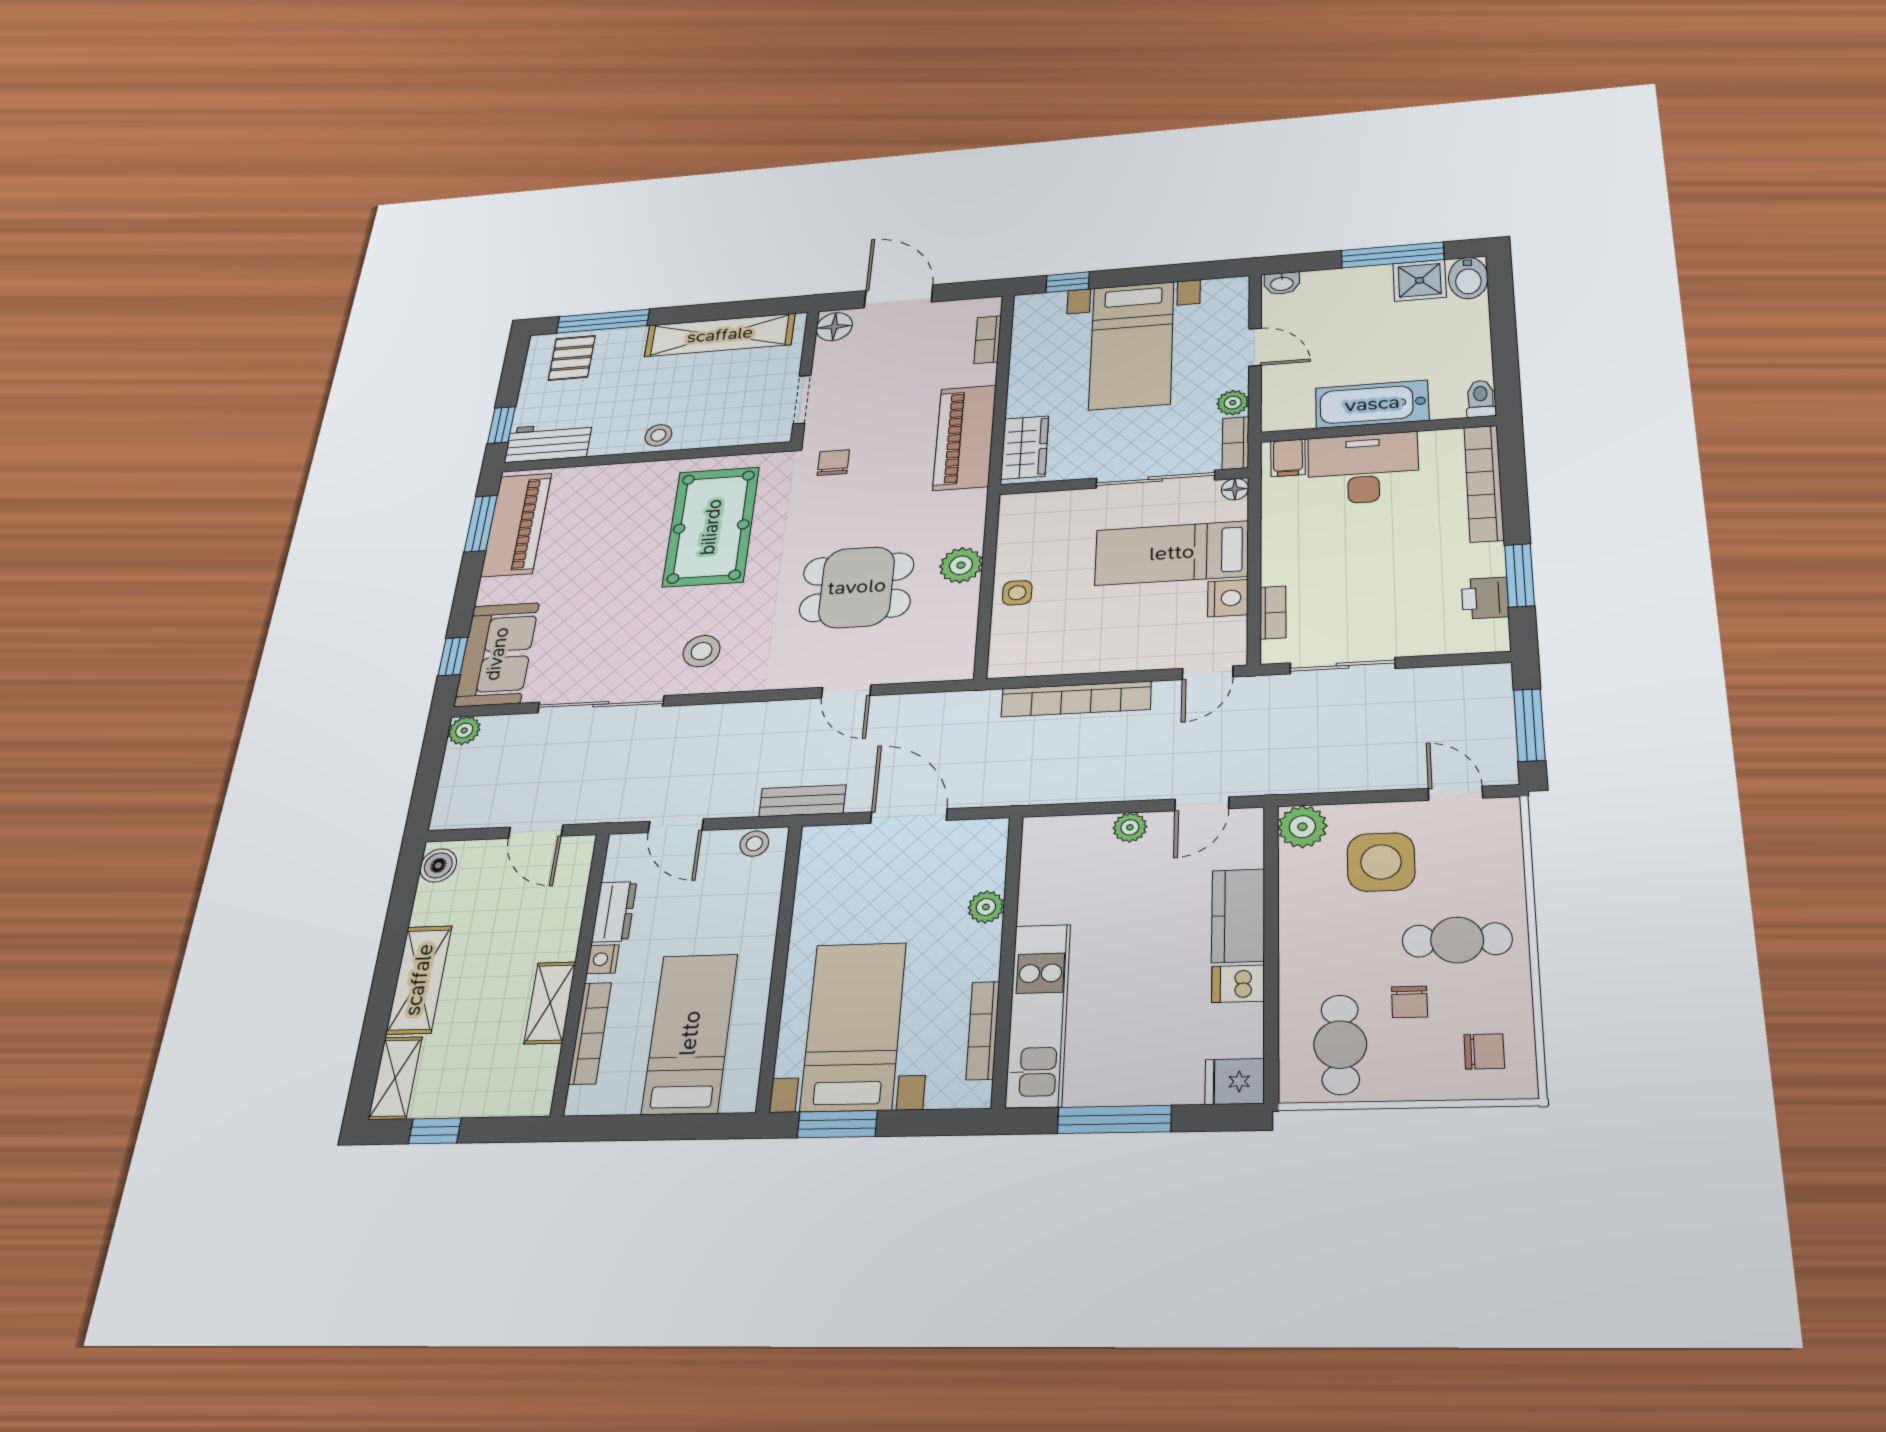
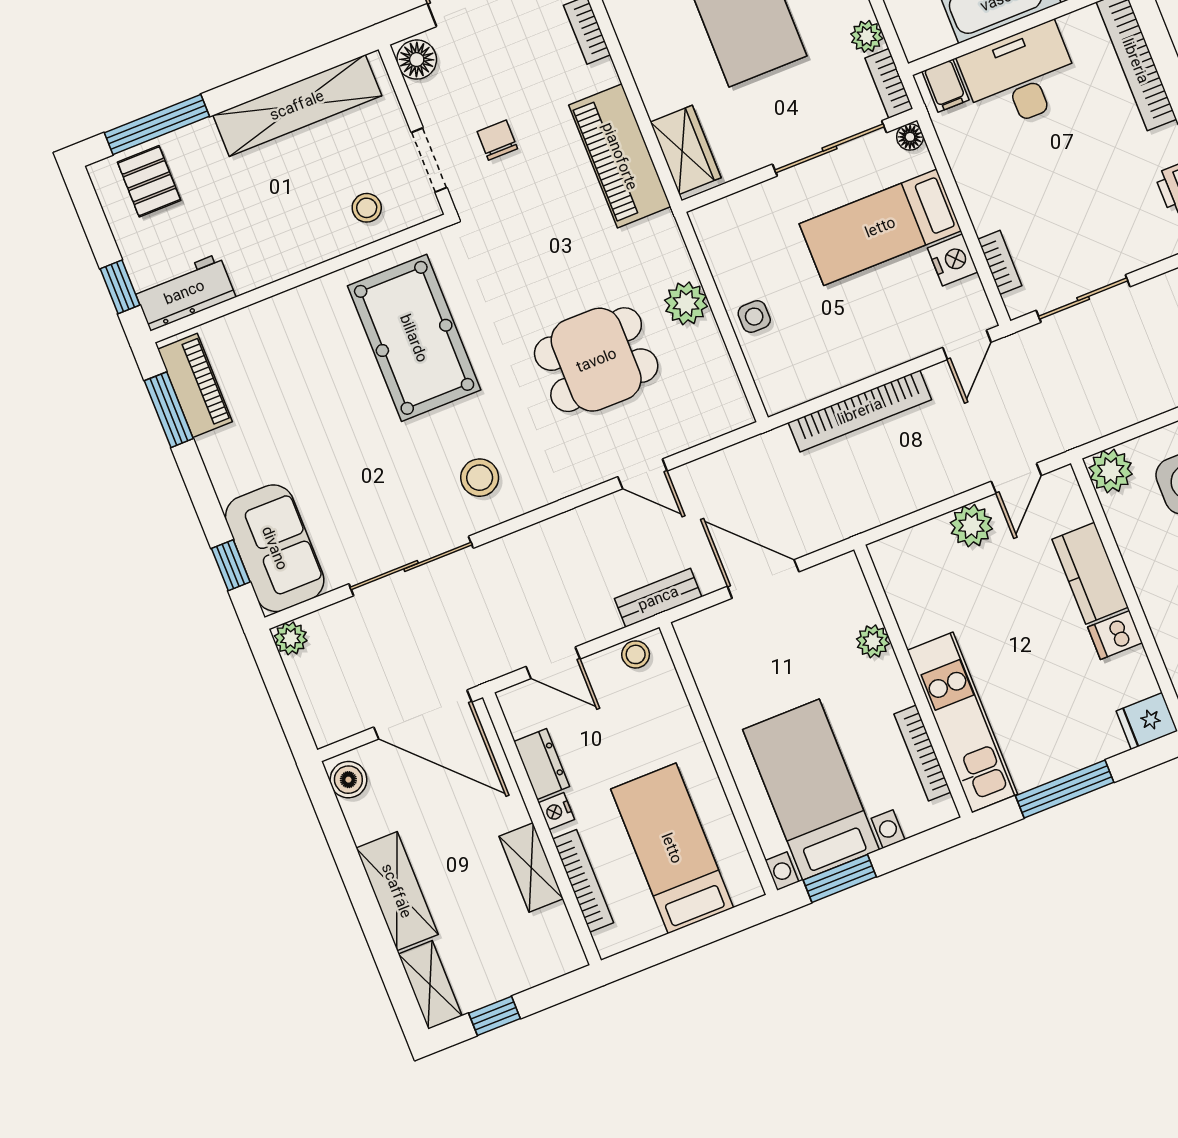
stool: (658, 435) -> (367, 208), moved
chair: (833, 463) -> (497, 140), moved
piano: (516, 525) -> (195, 385), width x0.73, depth x0.75
plant: (1130, 827) -> (971, 526), width x1.38, depth x1.38
door: (536, 832) -> (423, 715), width x1.88

